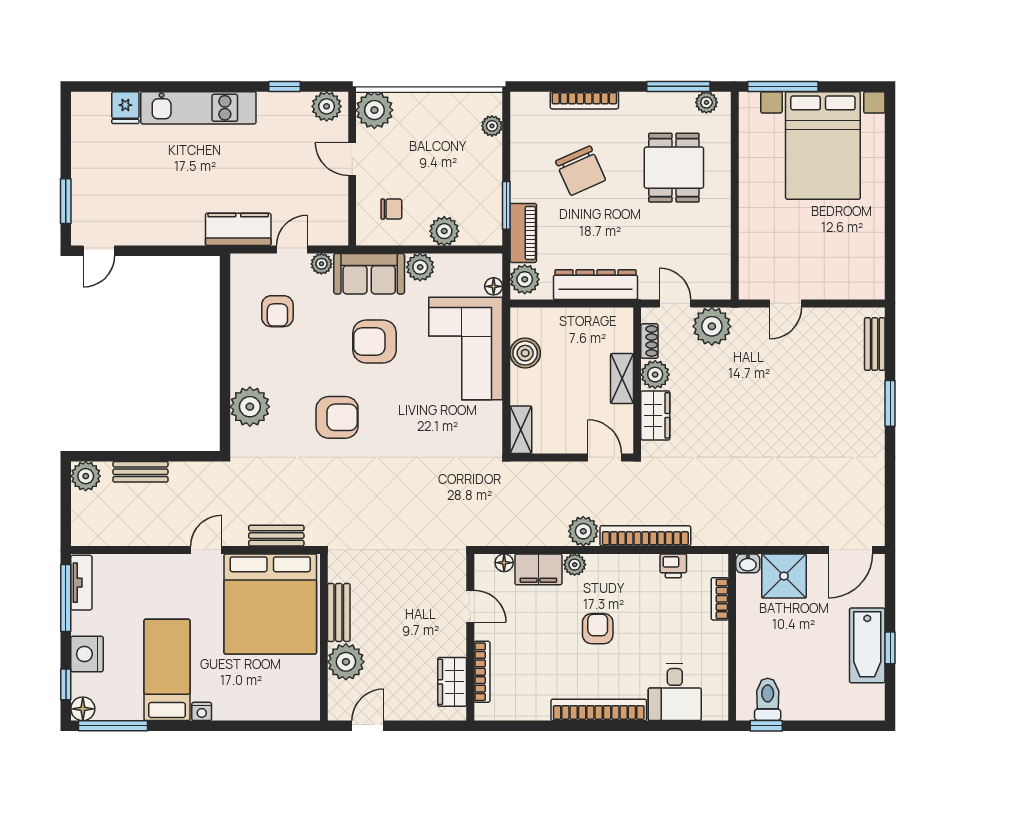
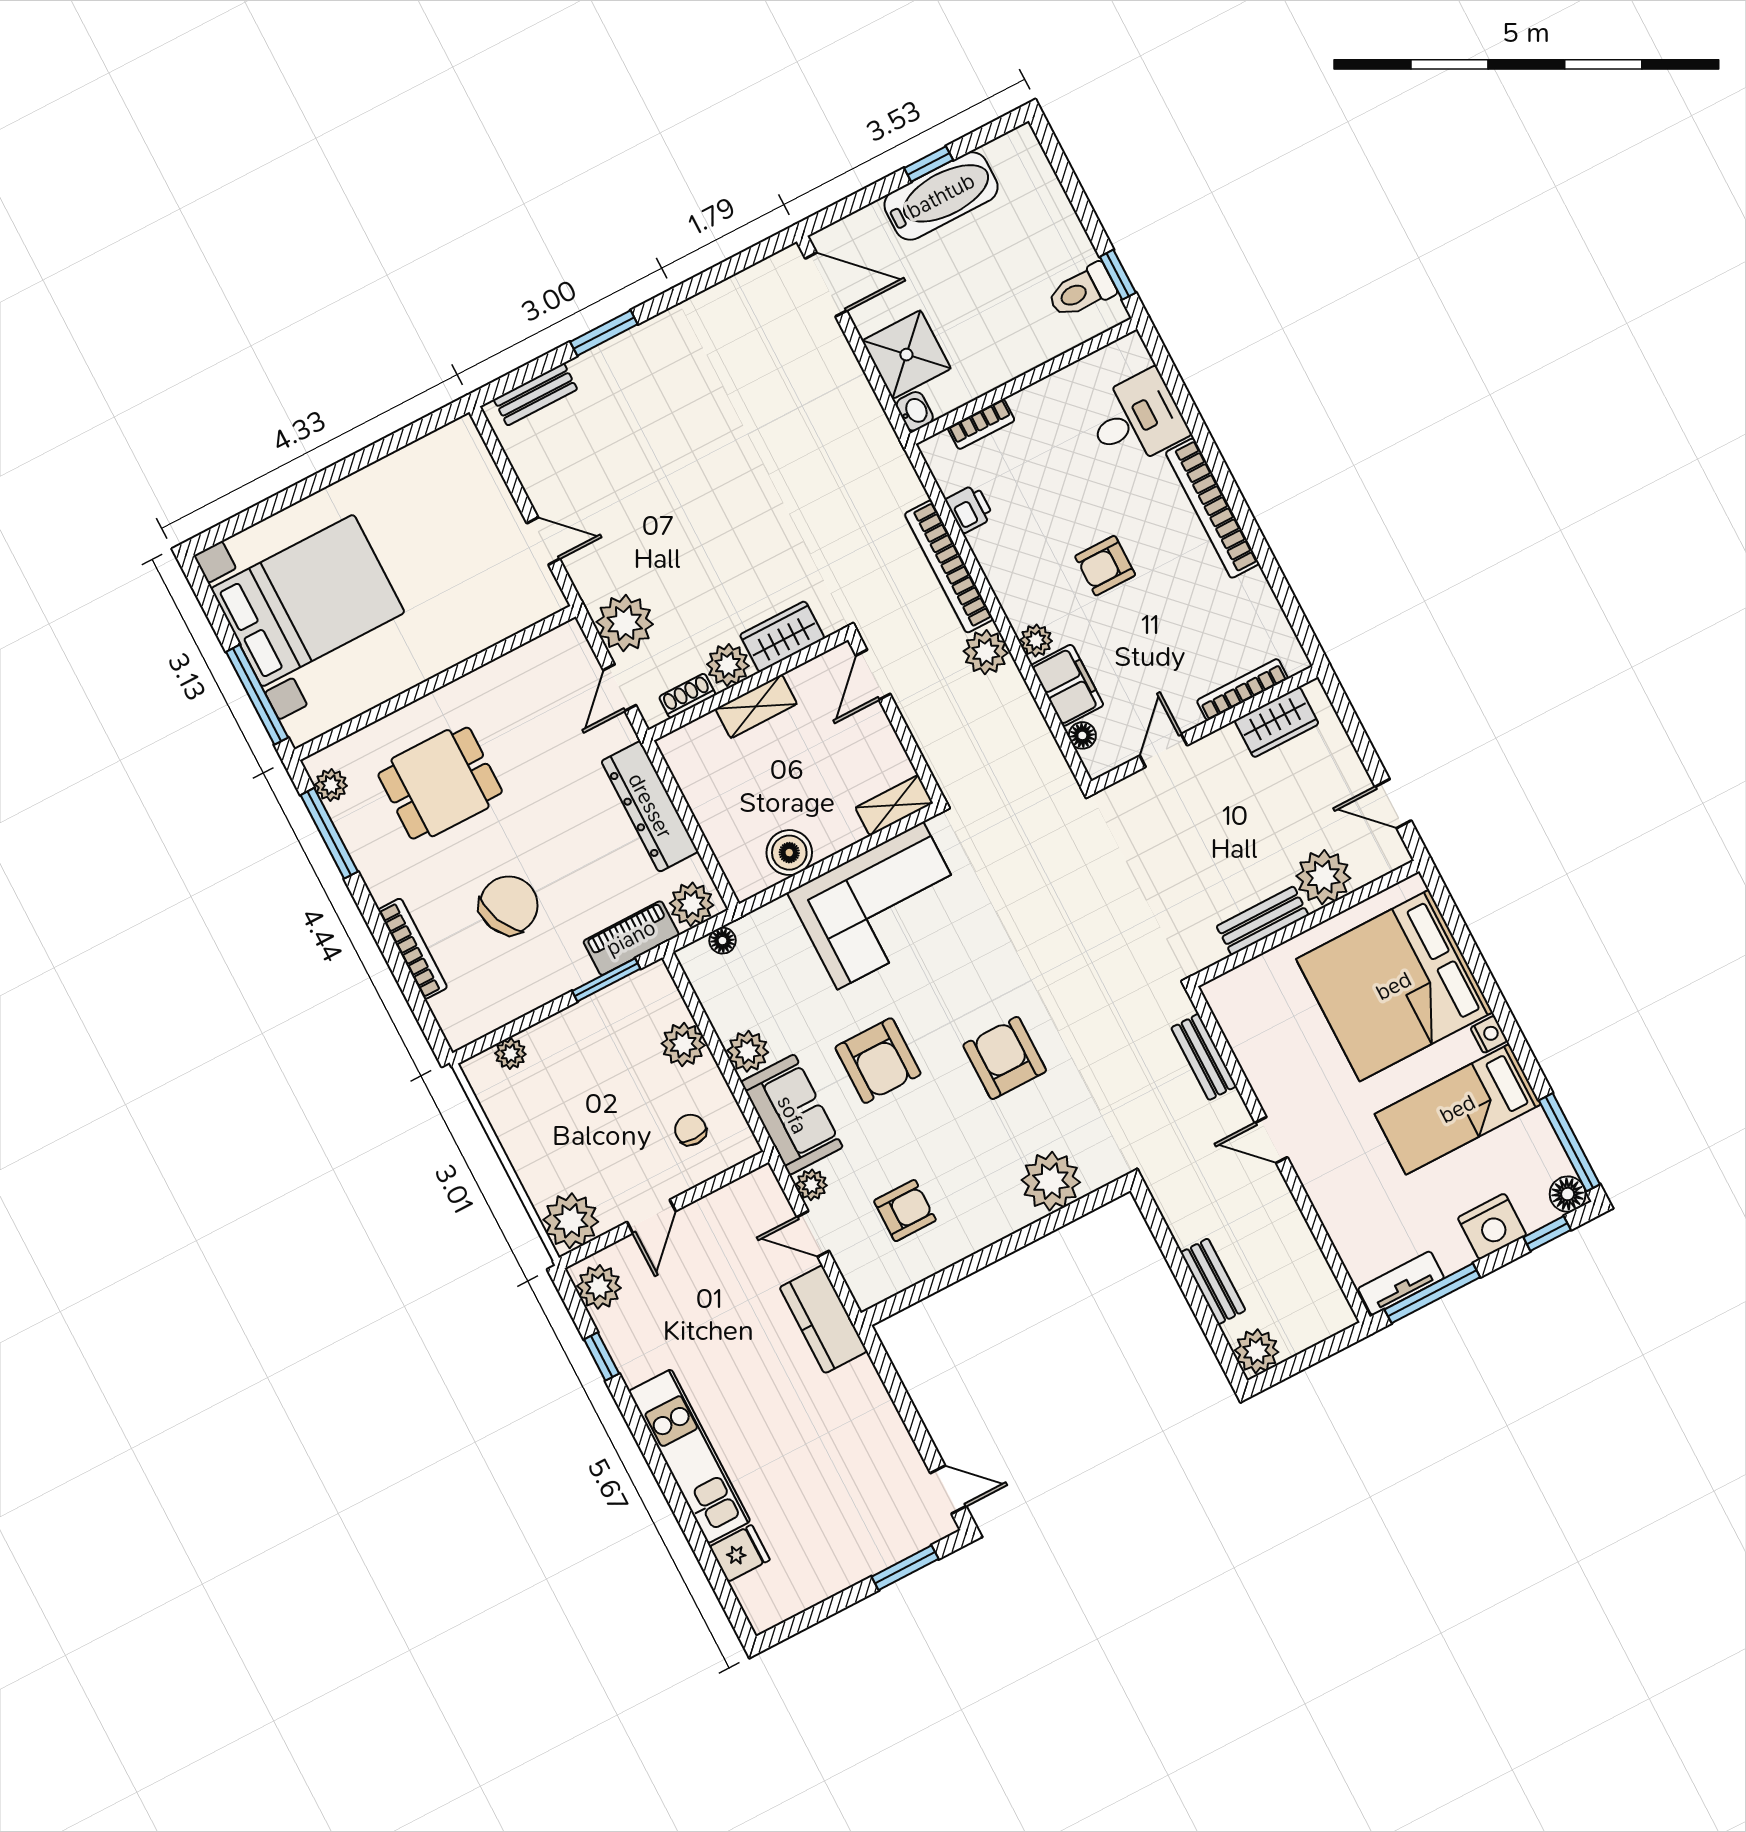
corner sofa: (466, 349) -> (880, 906), moved
bed: (270, 604) -> (1394, 986), moved, turned 180

